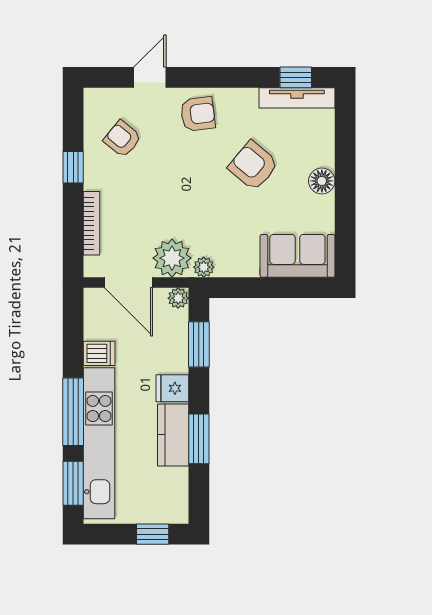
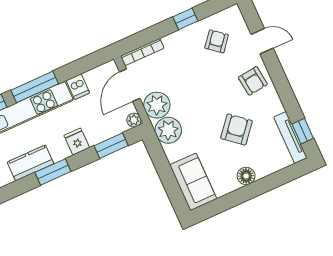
bookcase: (92, 223) -> (142, 52), moved
plant: (204, 267) -> (168, 130), width x1.87, depth x1.87
kitchen counter: (173, 435) -> (31, 163), moved

